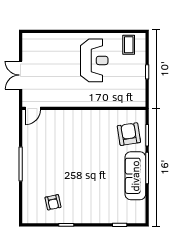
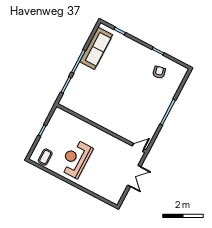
armchair: (129, 134) -> (79, 93), removed
sofa: (135, 176) -> (96, 48), moved

